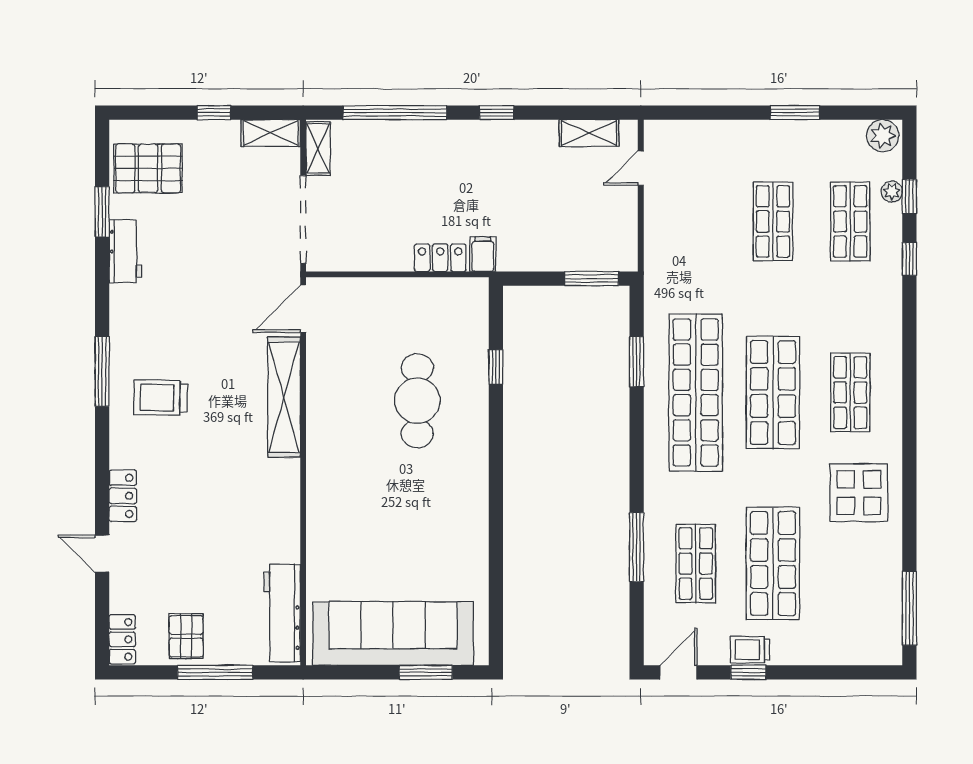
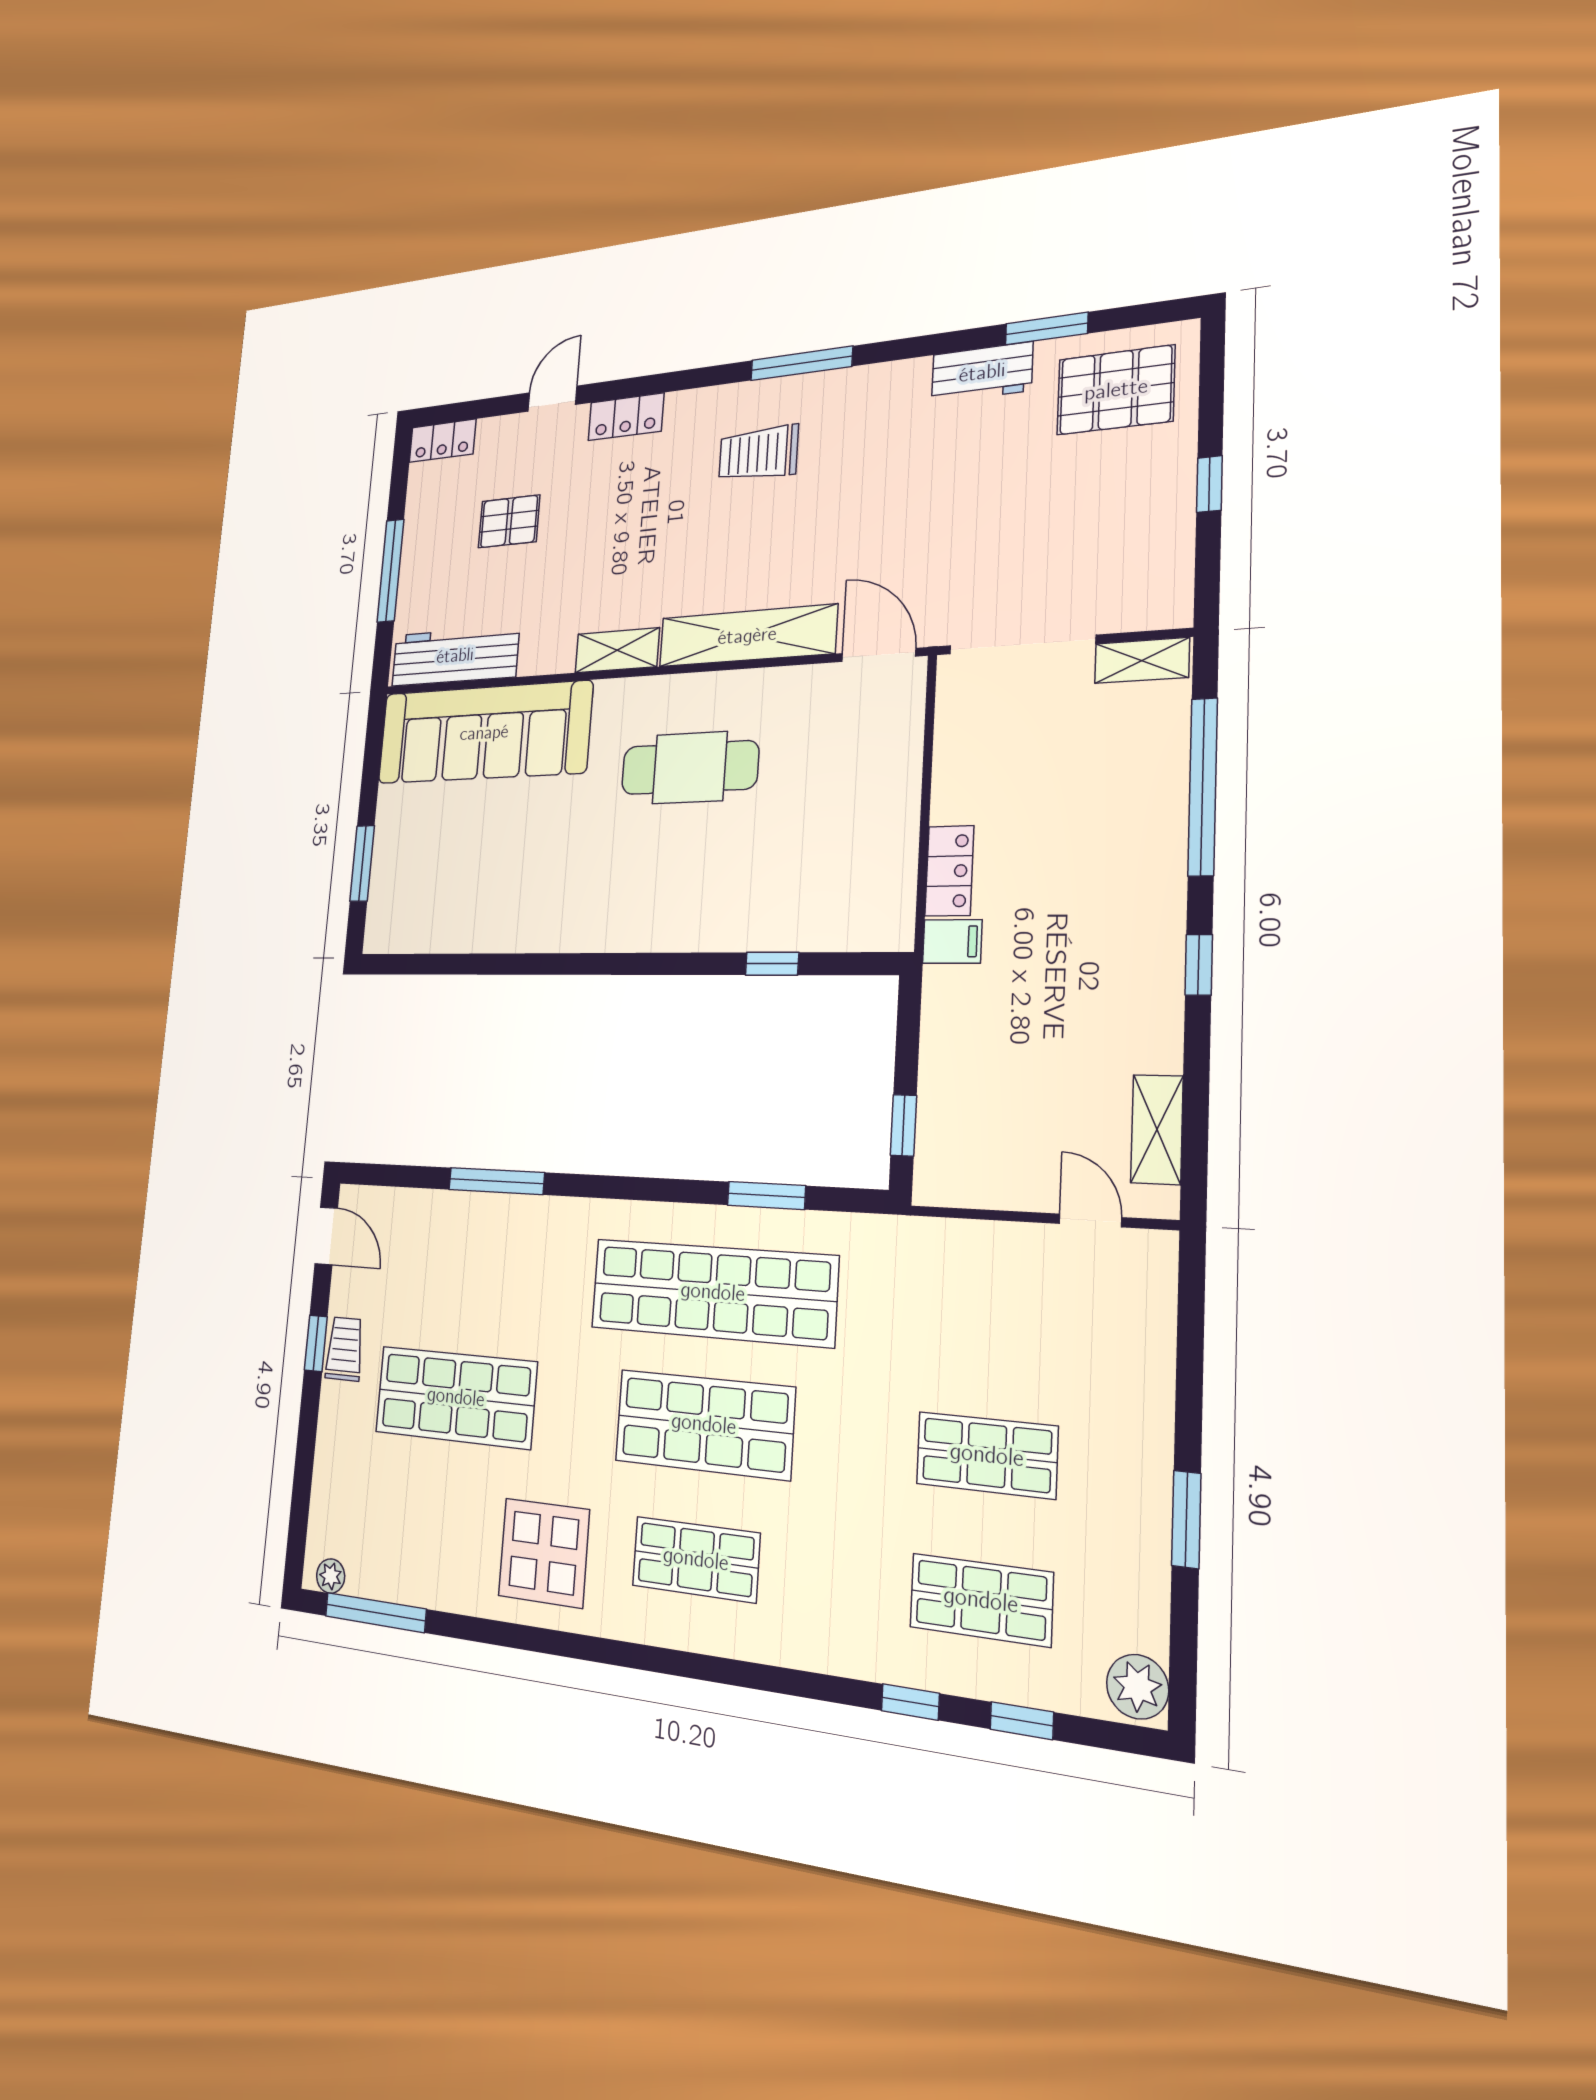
shelving: (271, 133) -> (617, 650), moved, turned 90
pallet: (148, 168) -> (1116, 390), turned 90
plant: (892, 192) -> (331, 1576), moved
window: (592, 279) -> (903, 1125), width x0.67
trolley: (161, 398) -> (758, 453), turned -91
cafe table: (417, 401) -> (690, 768), moved
shop shelf: (696, 564) -> (466, 1273), removed
sofa: (393, 633) -> (484, 733), moved, turned 90
pallet: (186, 636) -> (509, 521), moved

